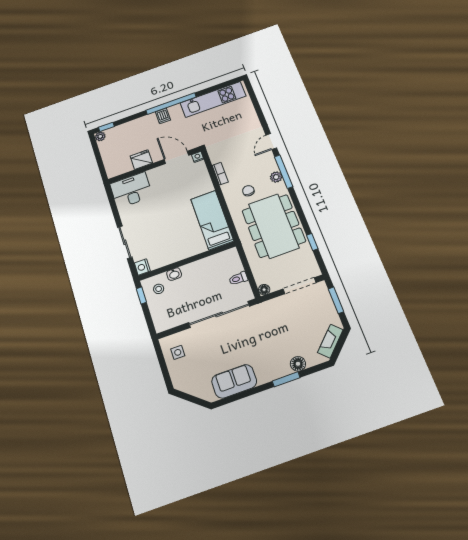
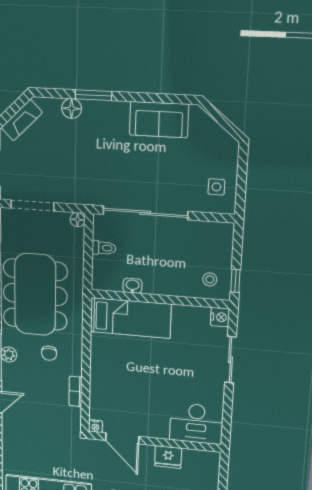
bed: (212, 220) -> (130, 318), moved, turned -90
washbasin: (174, 274) -> (133, 286), moved

